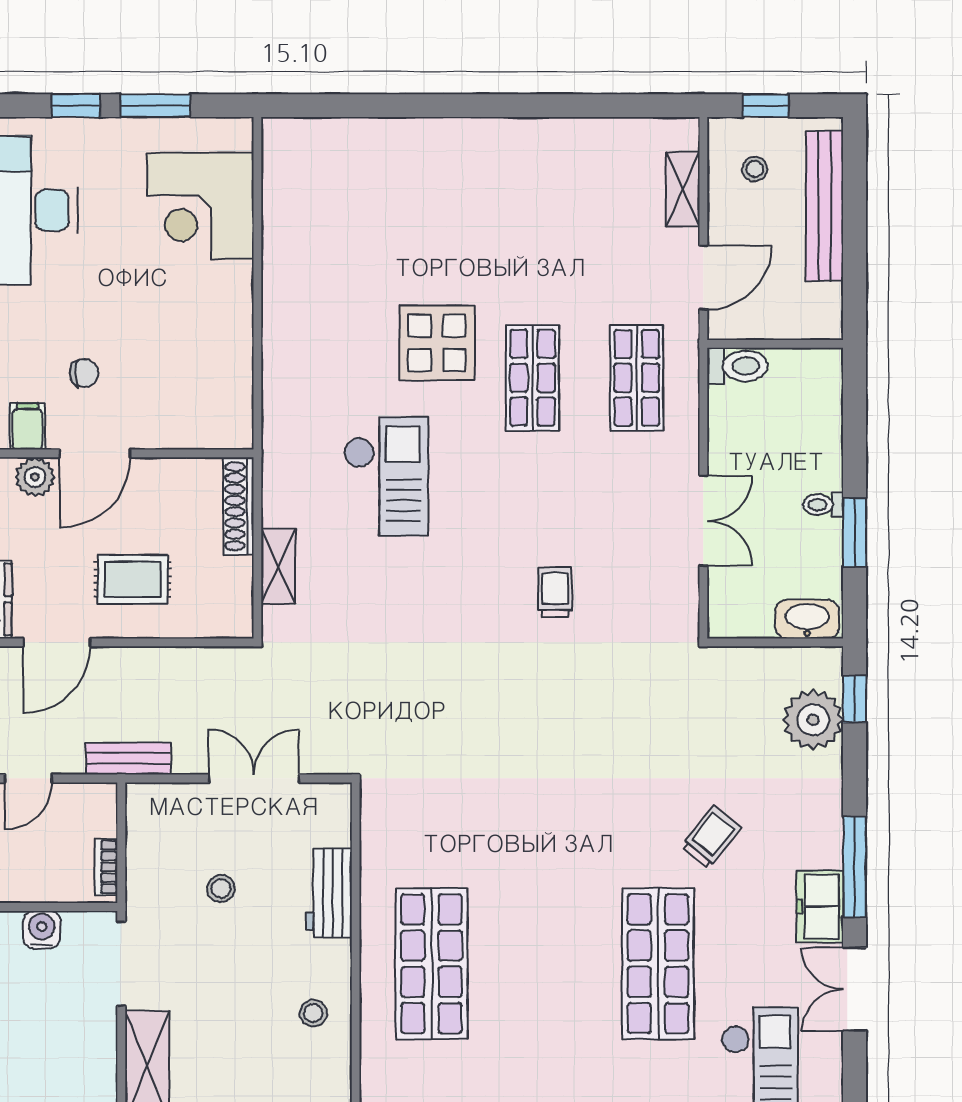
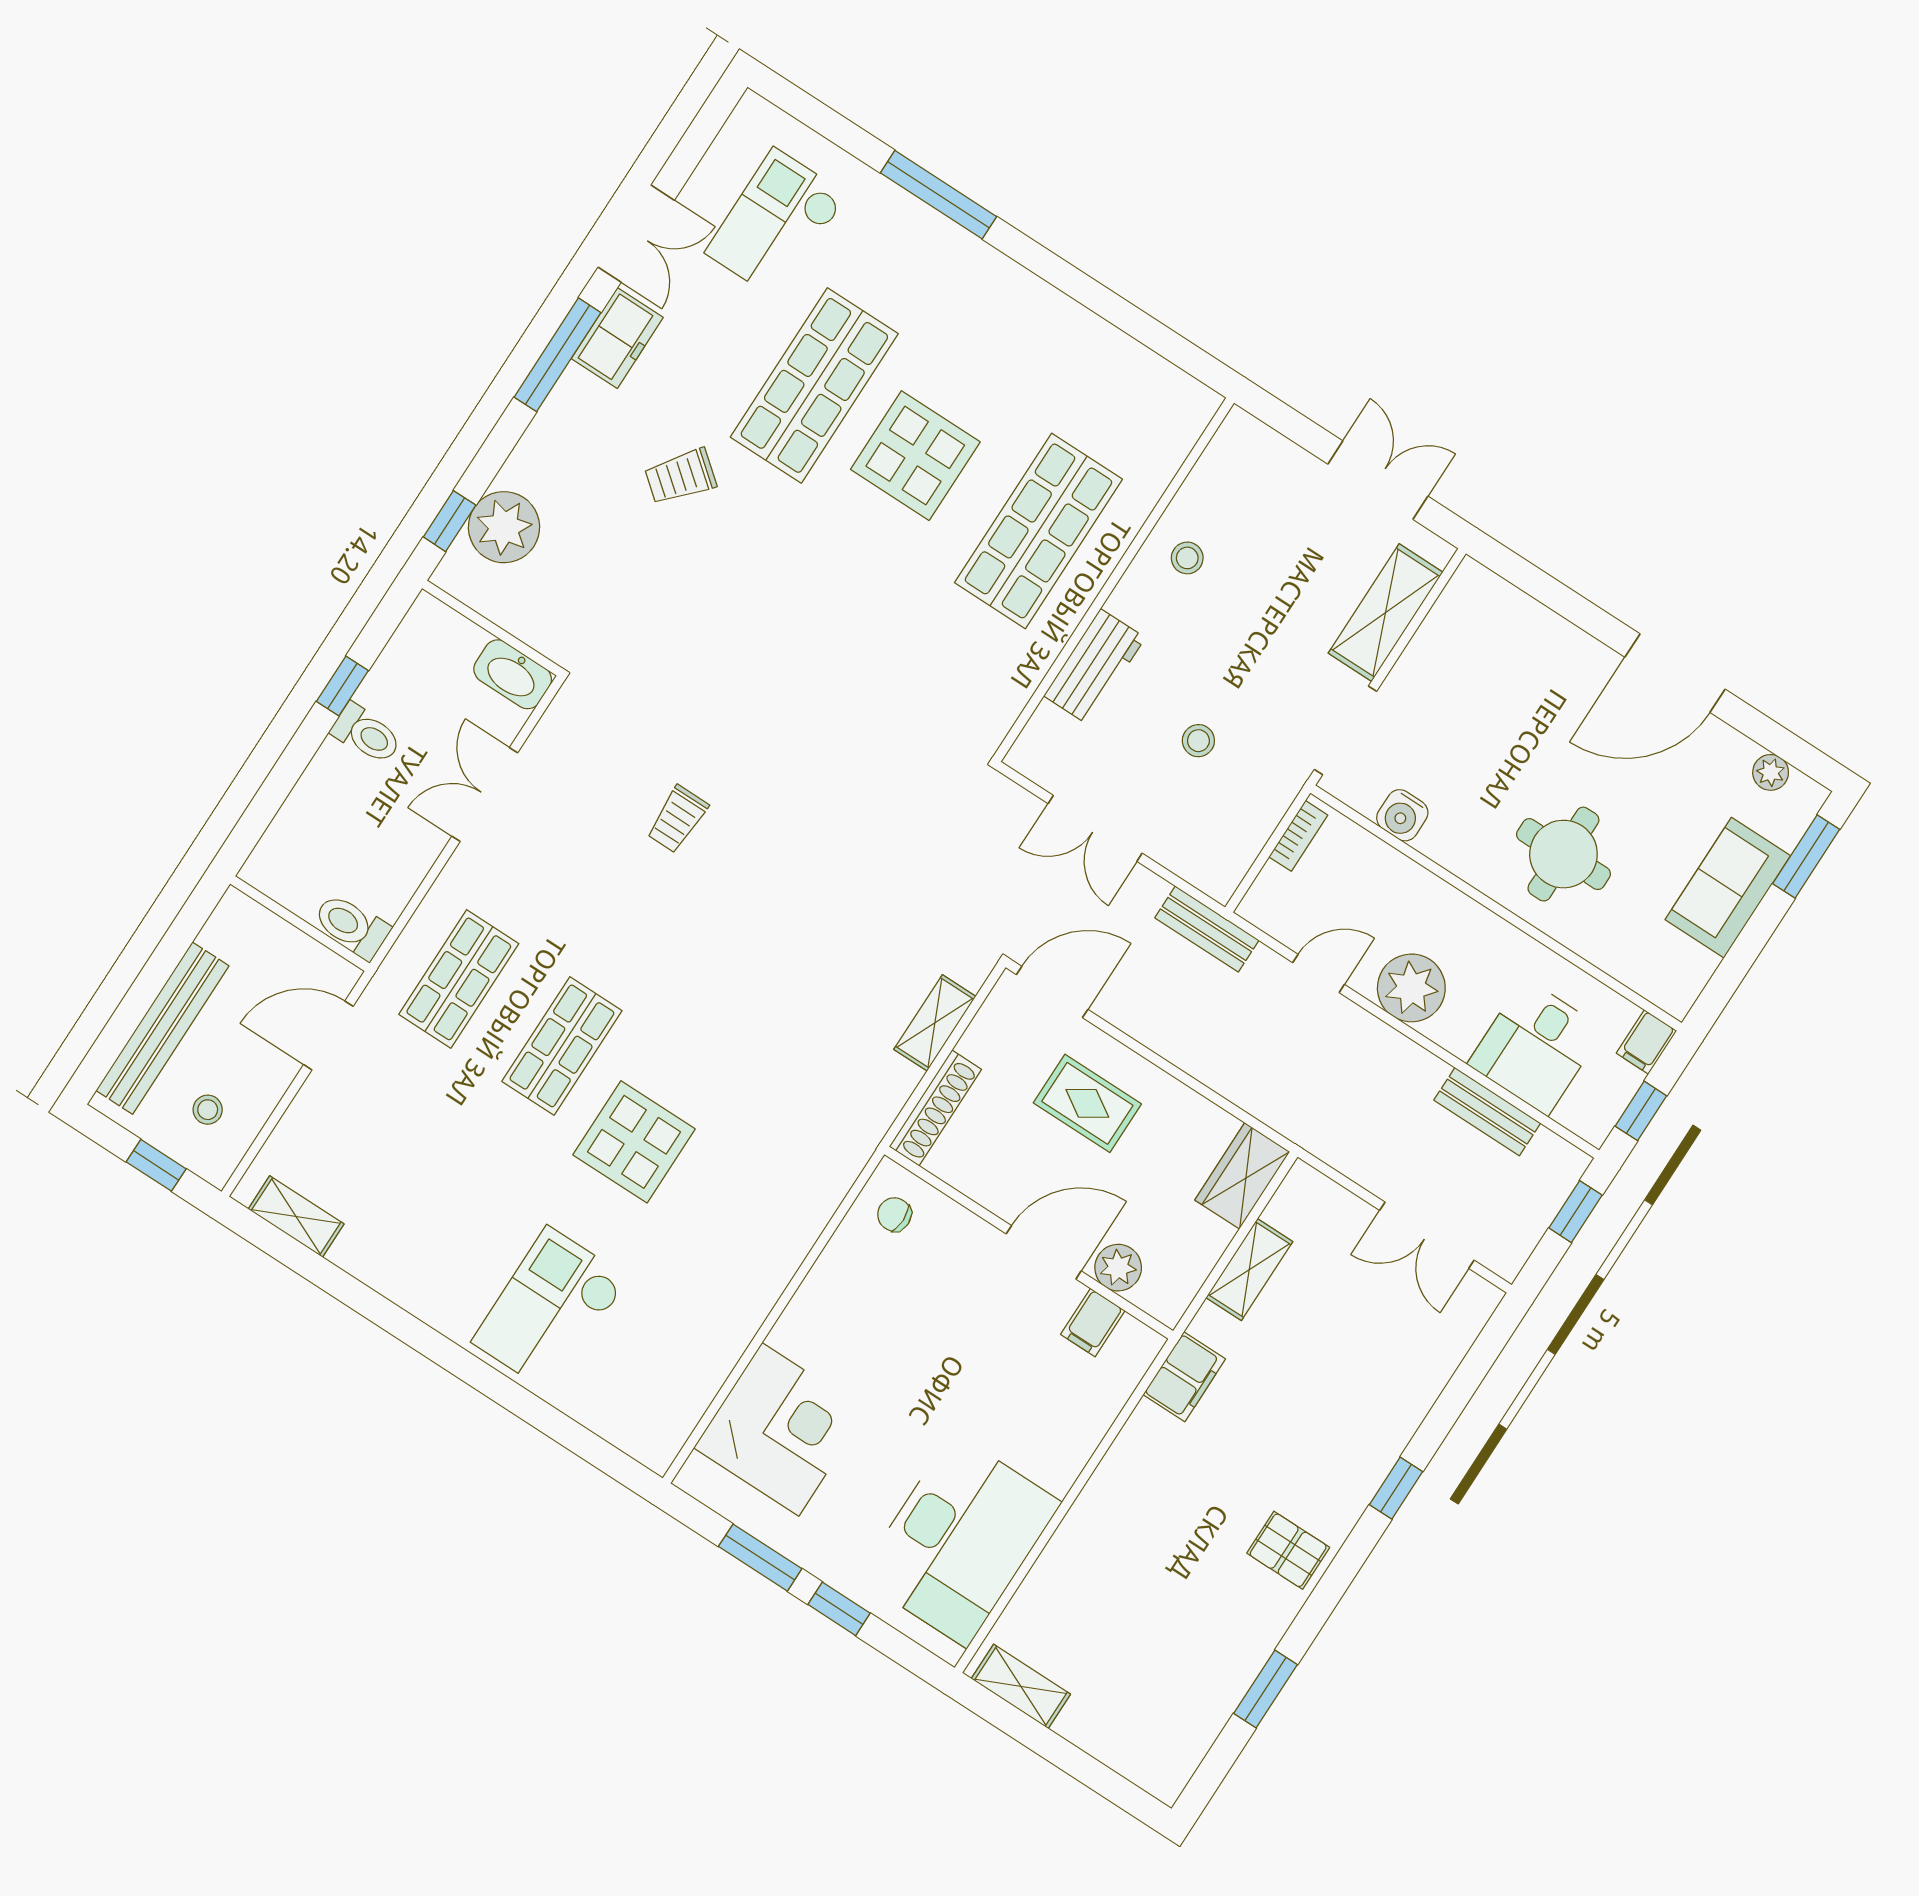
shelving: (683, 189) -> (296, 1216), moved, turned 90
chair: (84, 373) -> (894, 1214), moved
checkout: (386, 476) -> (550, 1310), moved
toilet: (823, 505) -> (366, 734), width x1.37, depth x1.39
window: (855, 532) -> (342, 686), width x0.67
washbasin: (807, 619) -> (513, 674), moved
door: (57, 642) -> (1052, 992), moved
display table: (554, 960) -> (915, 456), added

